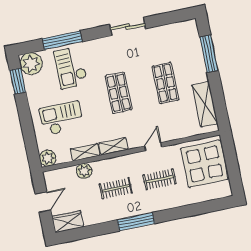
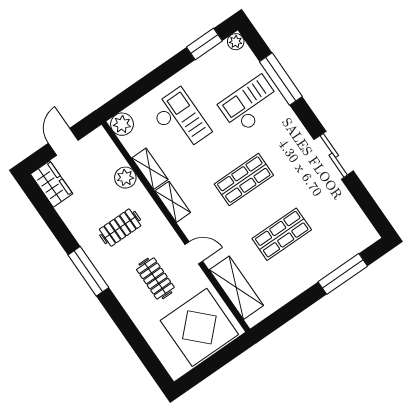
plant: (31, 64) -> (236, 42), width x0.53, depth x0.53
shelving: (205, 104) -> (236, 288), moved, turned 90
clothes rail: (116, 188) -> (120, 228), turned 90
door: (43, 202) -> (63, 142), swing flipped

